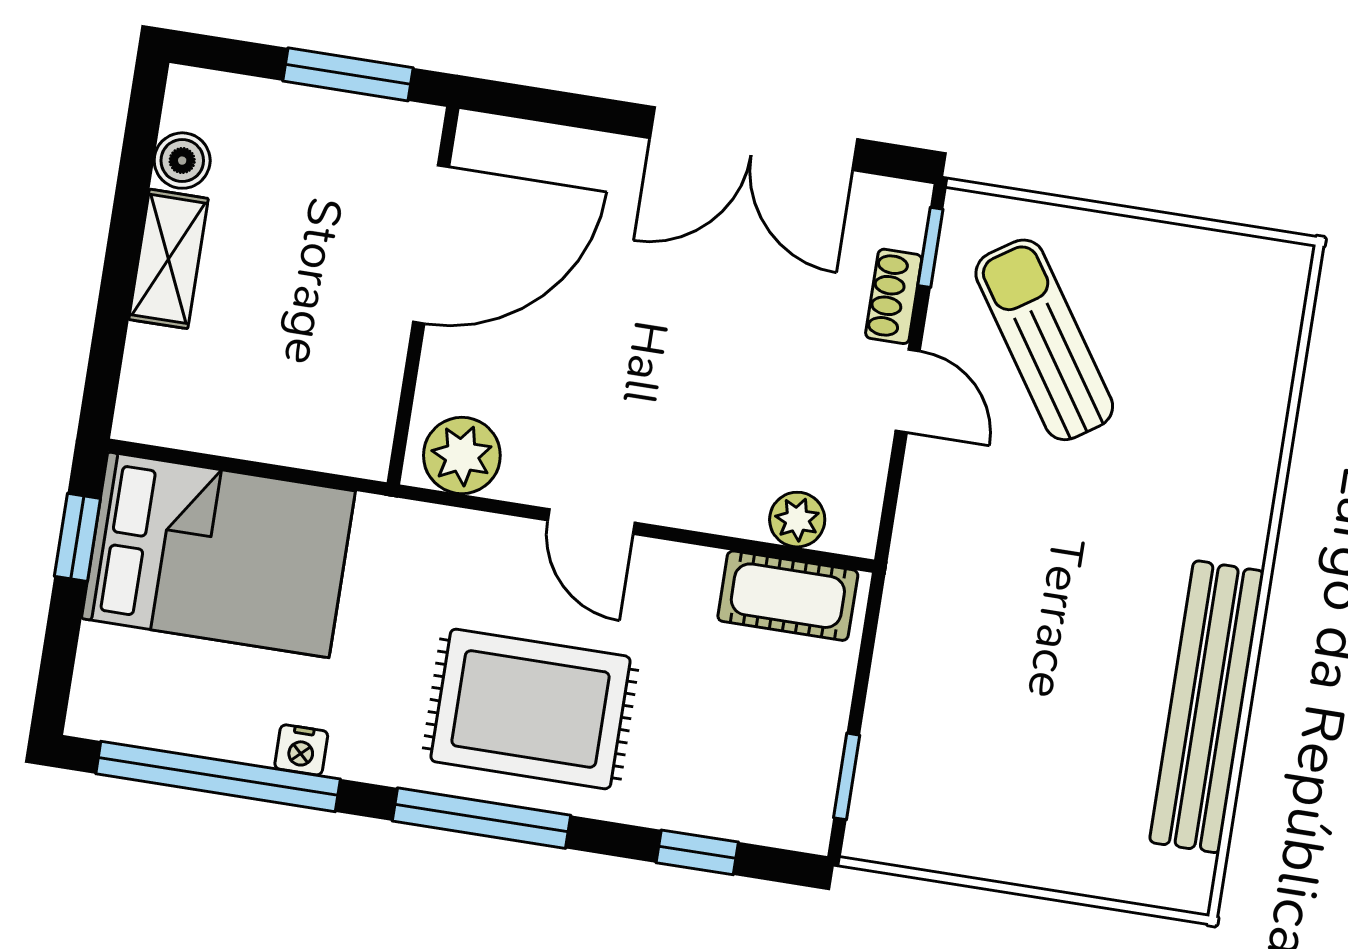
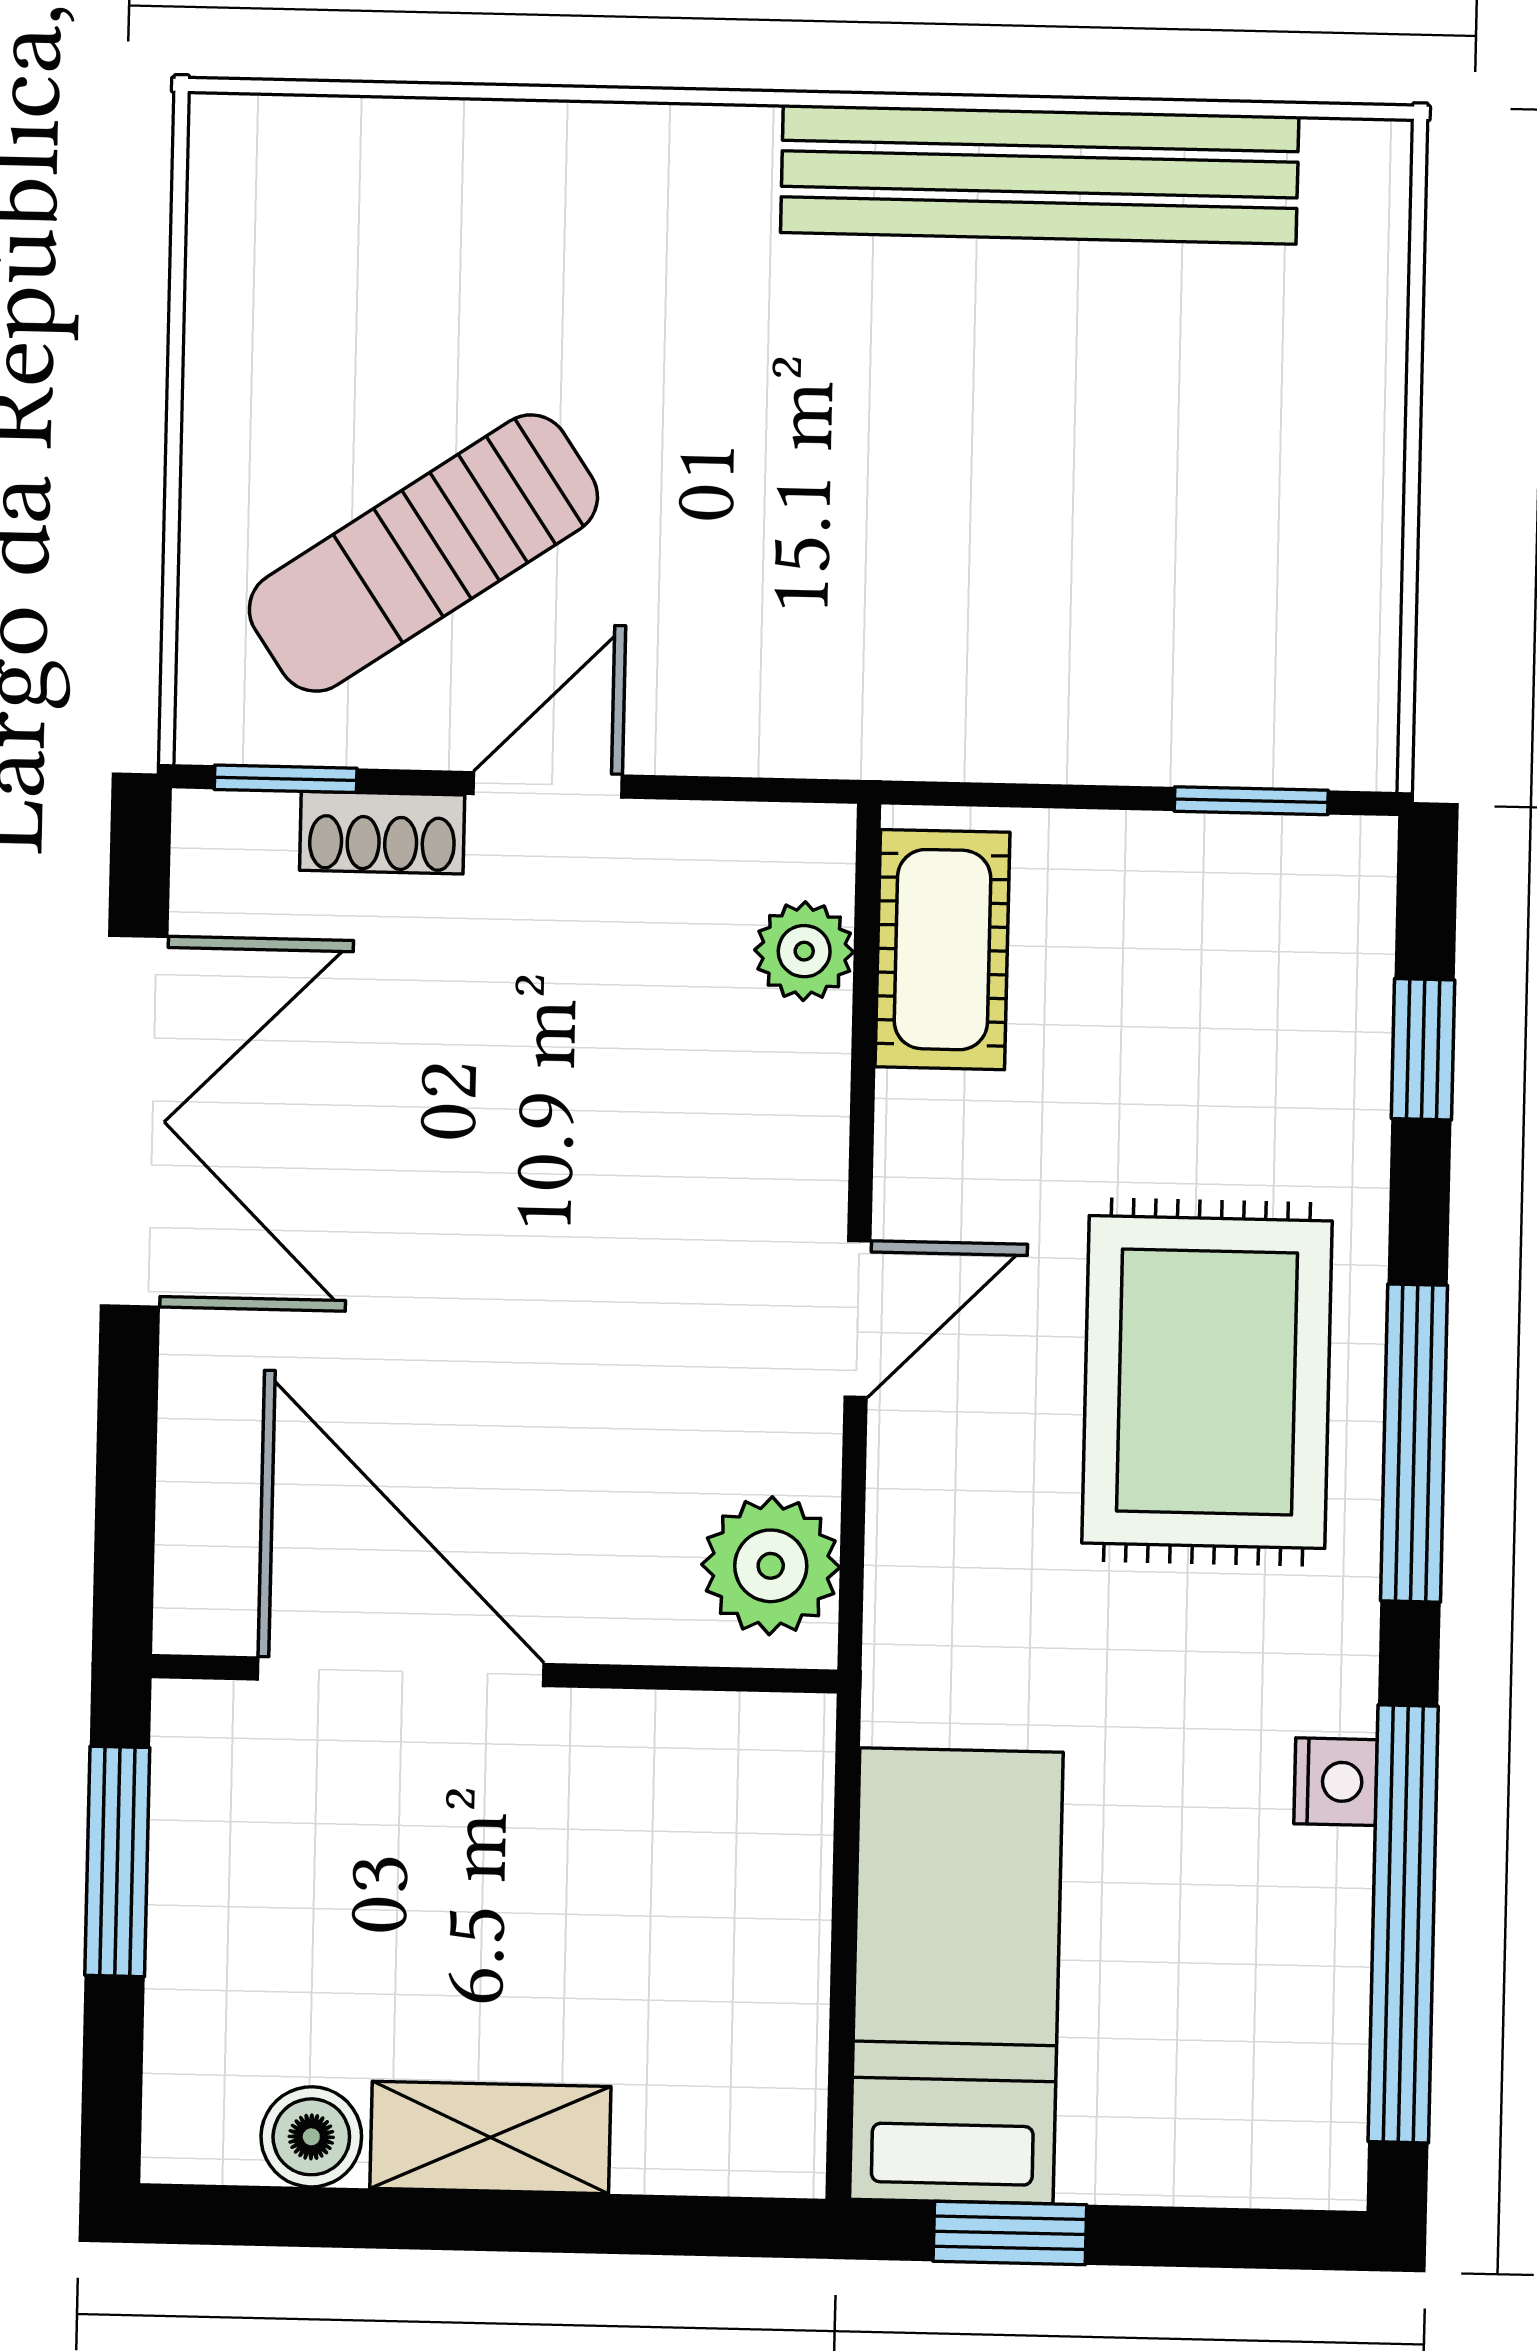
bed: (218, 555) -> (956, 1976), width x0.67

